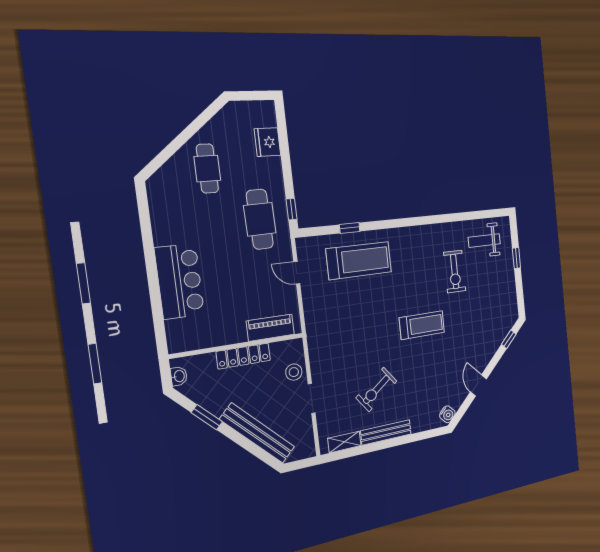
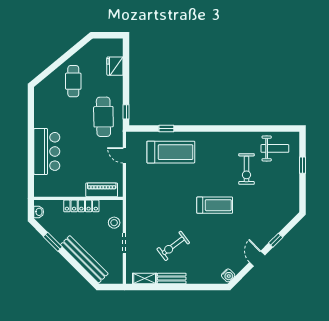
weight bench: (484, 241) -> (275, 148), turned 180
window: (509, 339) -> (276, 240), moved
bench: (386, 432) -> (172, 278), width x0.73

